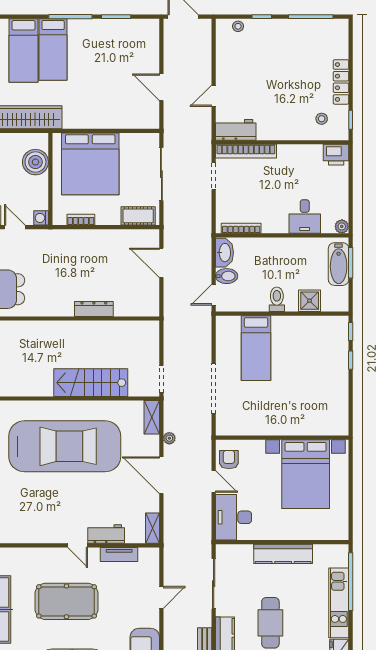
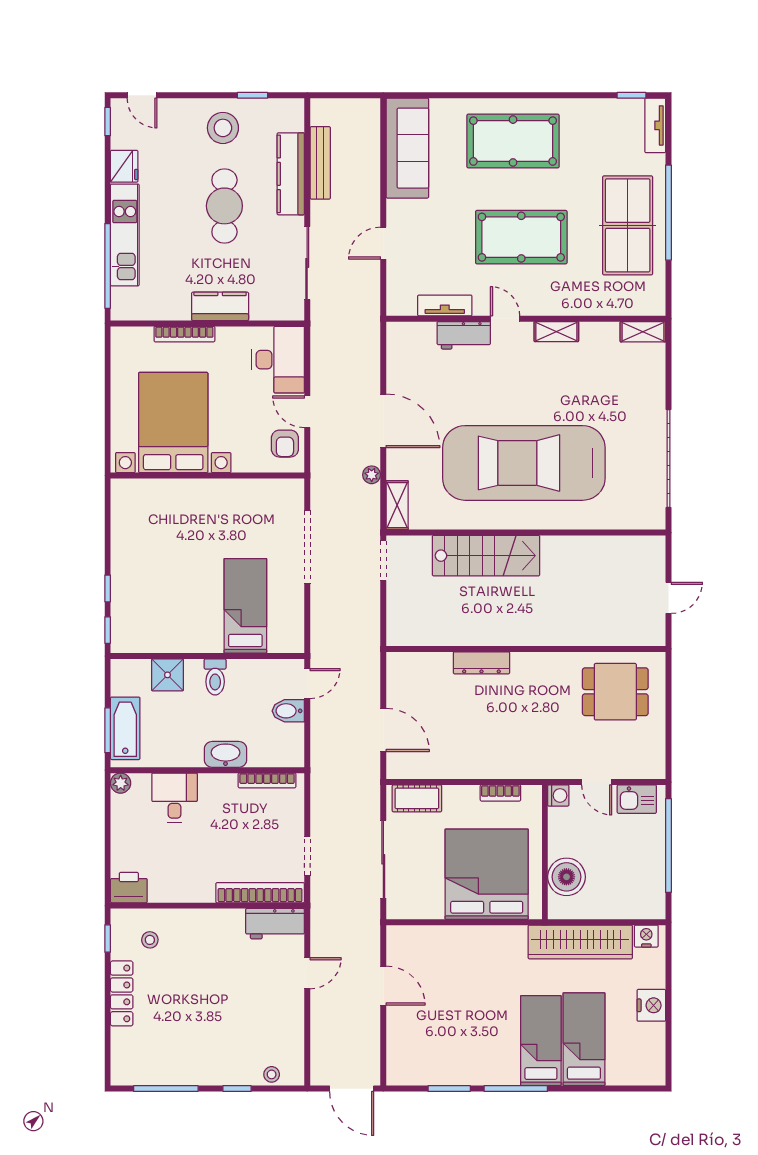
washbasin: (224, 253) -> (226, 754), moved, turned 90
shelving: (152, 528) -> (556, 332), moved, turned 90
bookcase: (298, 535) -> (184, 334), added
kitchen counter: (283, 554) -> (220, 306), width x0.67

